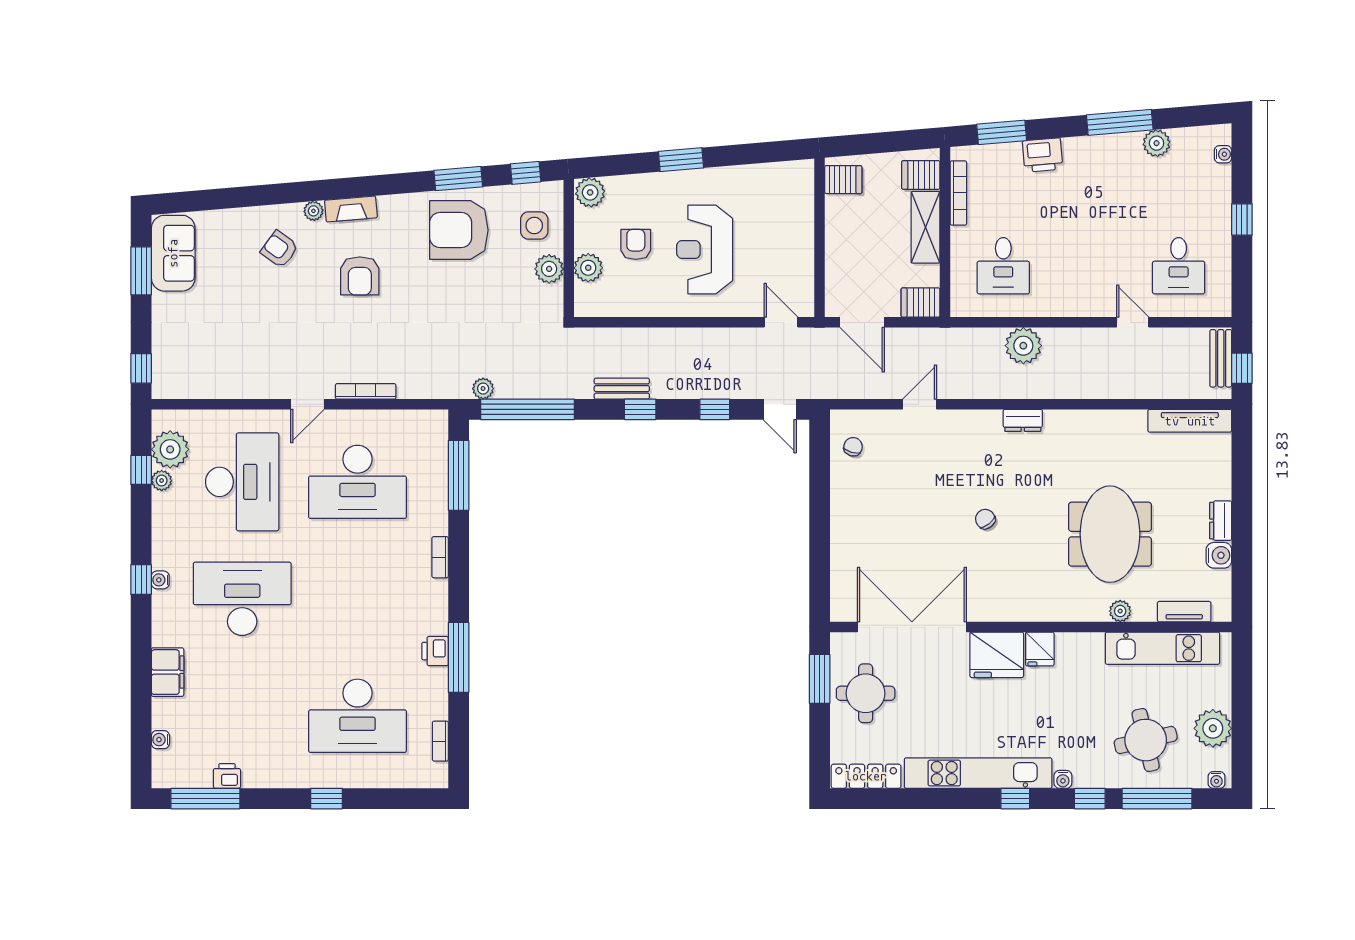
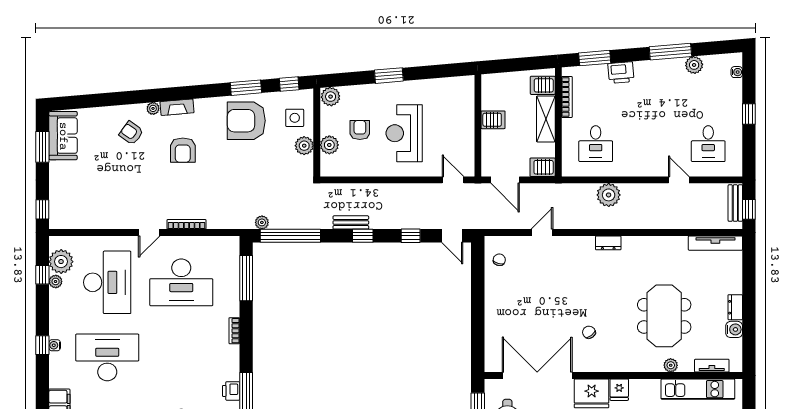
server rack: (843, 180) -> (493, 120), moved
chair: (985, 519) -> (589, 332), moved

